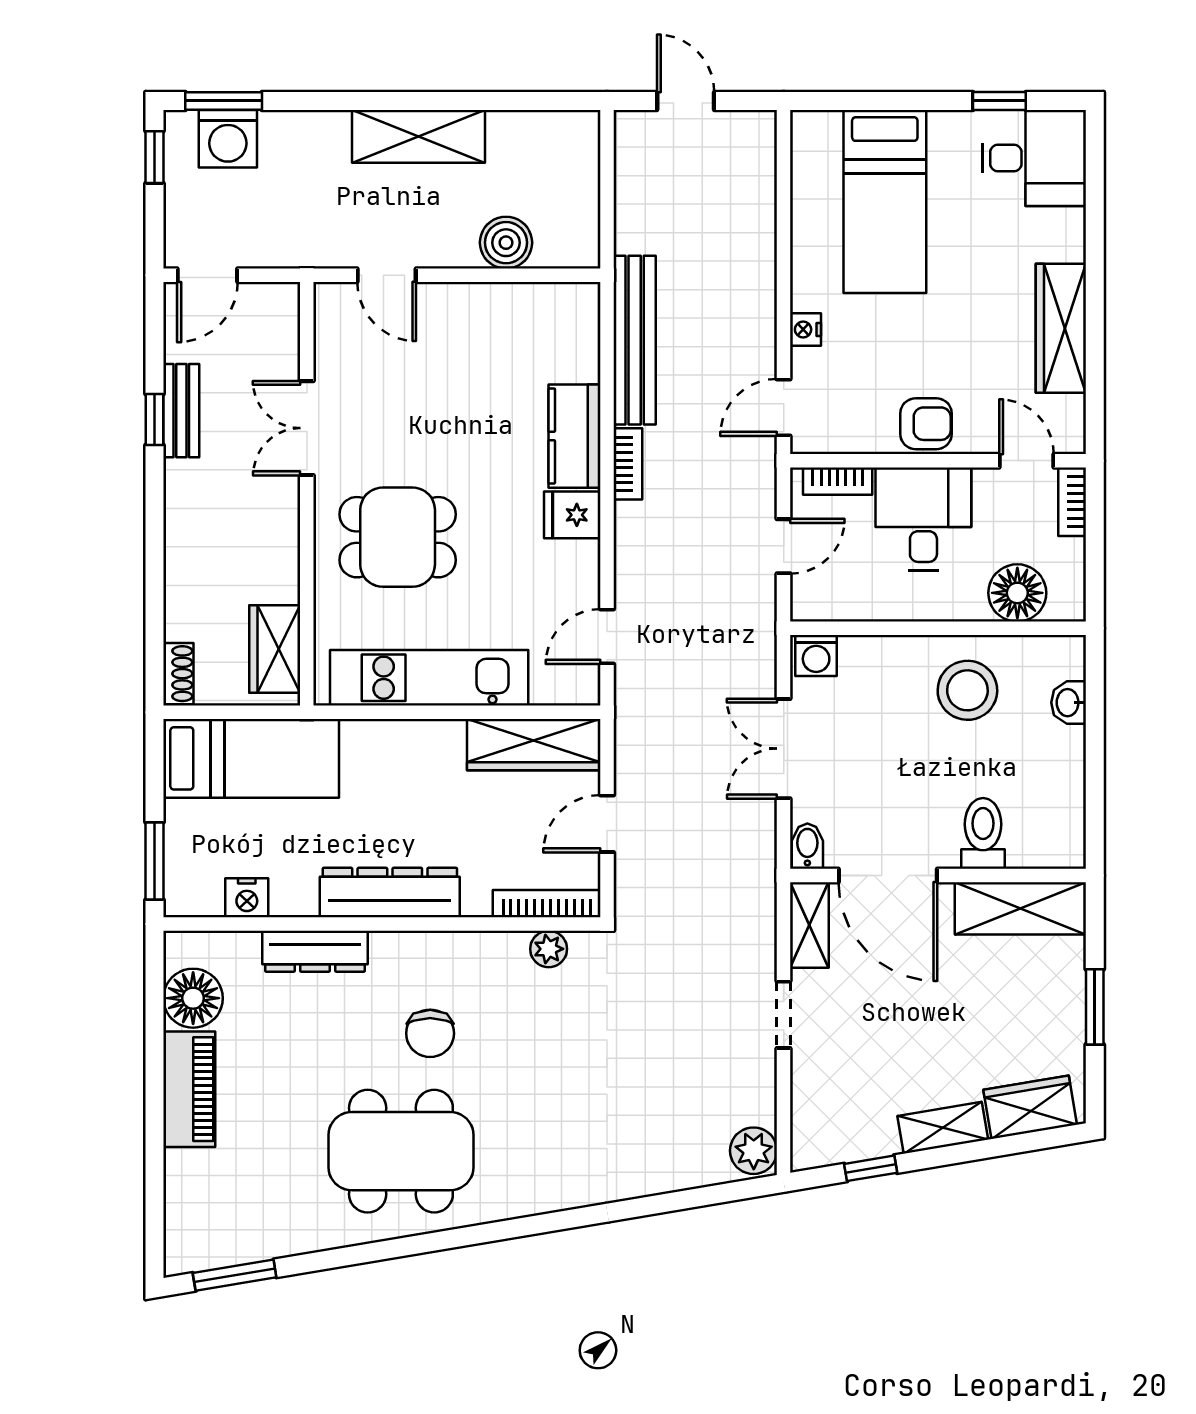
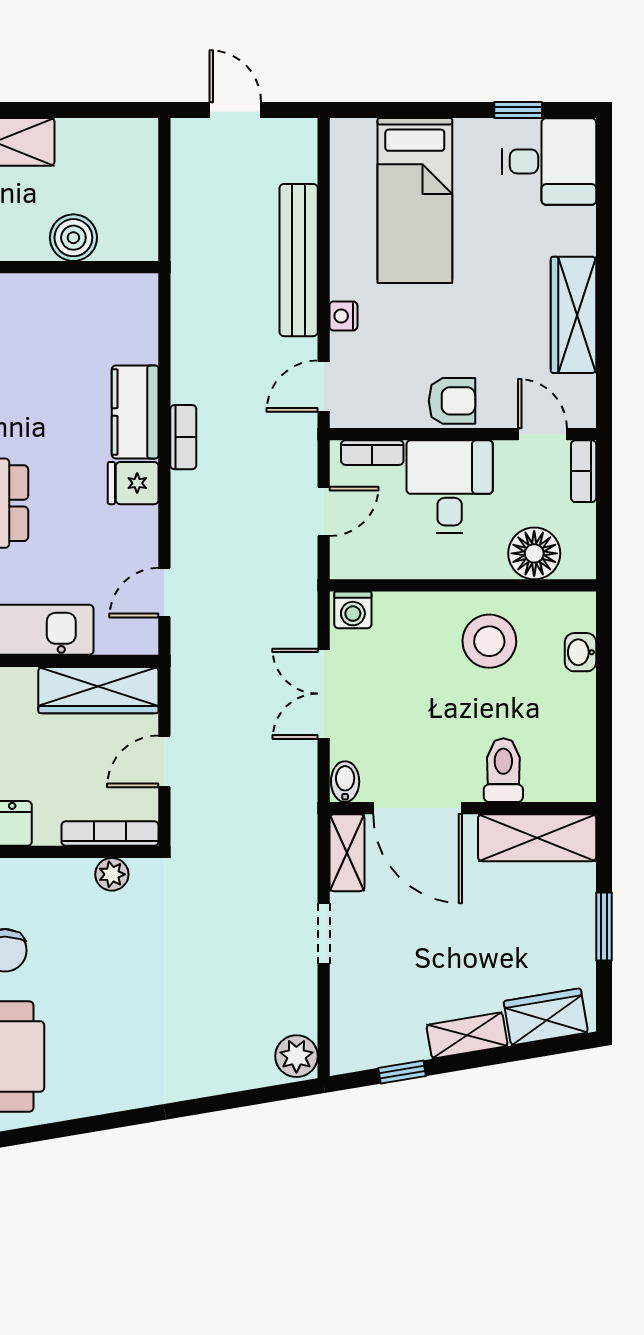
bench: (635, 340) -> (299, 260), moved

